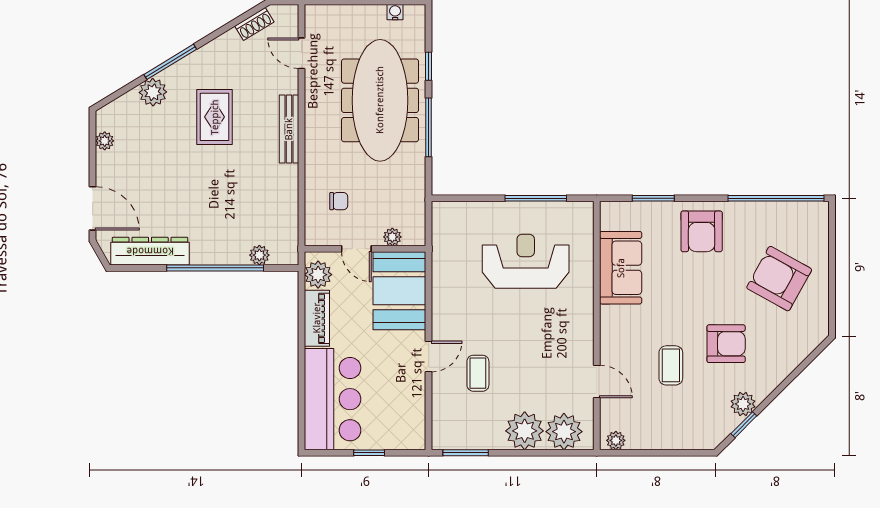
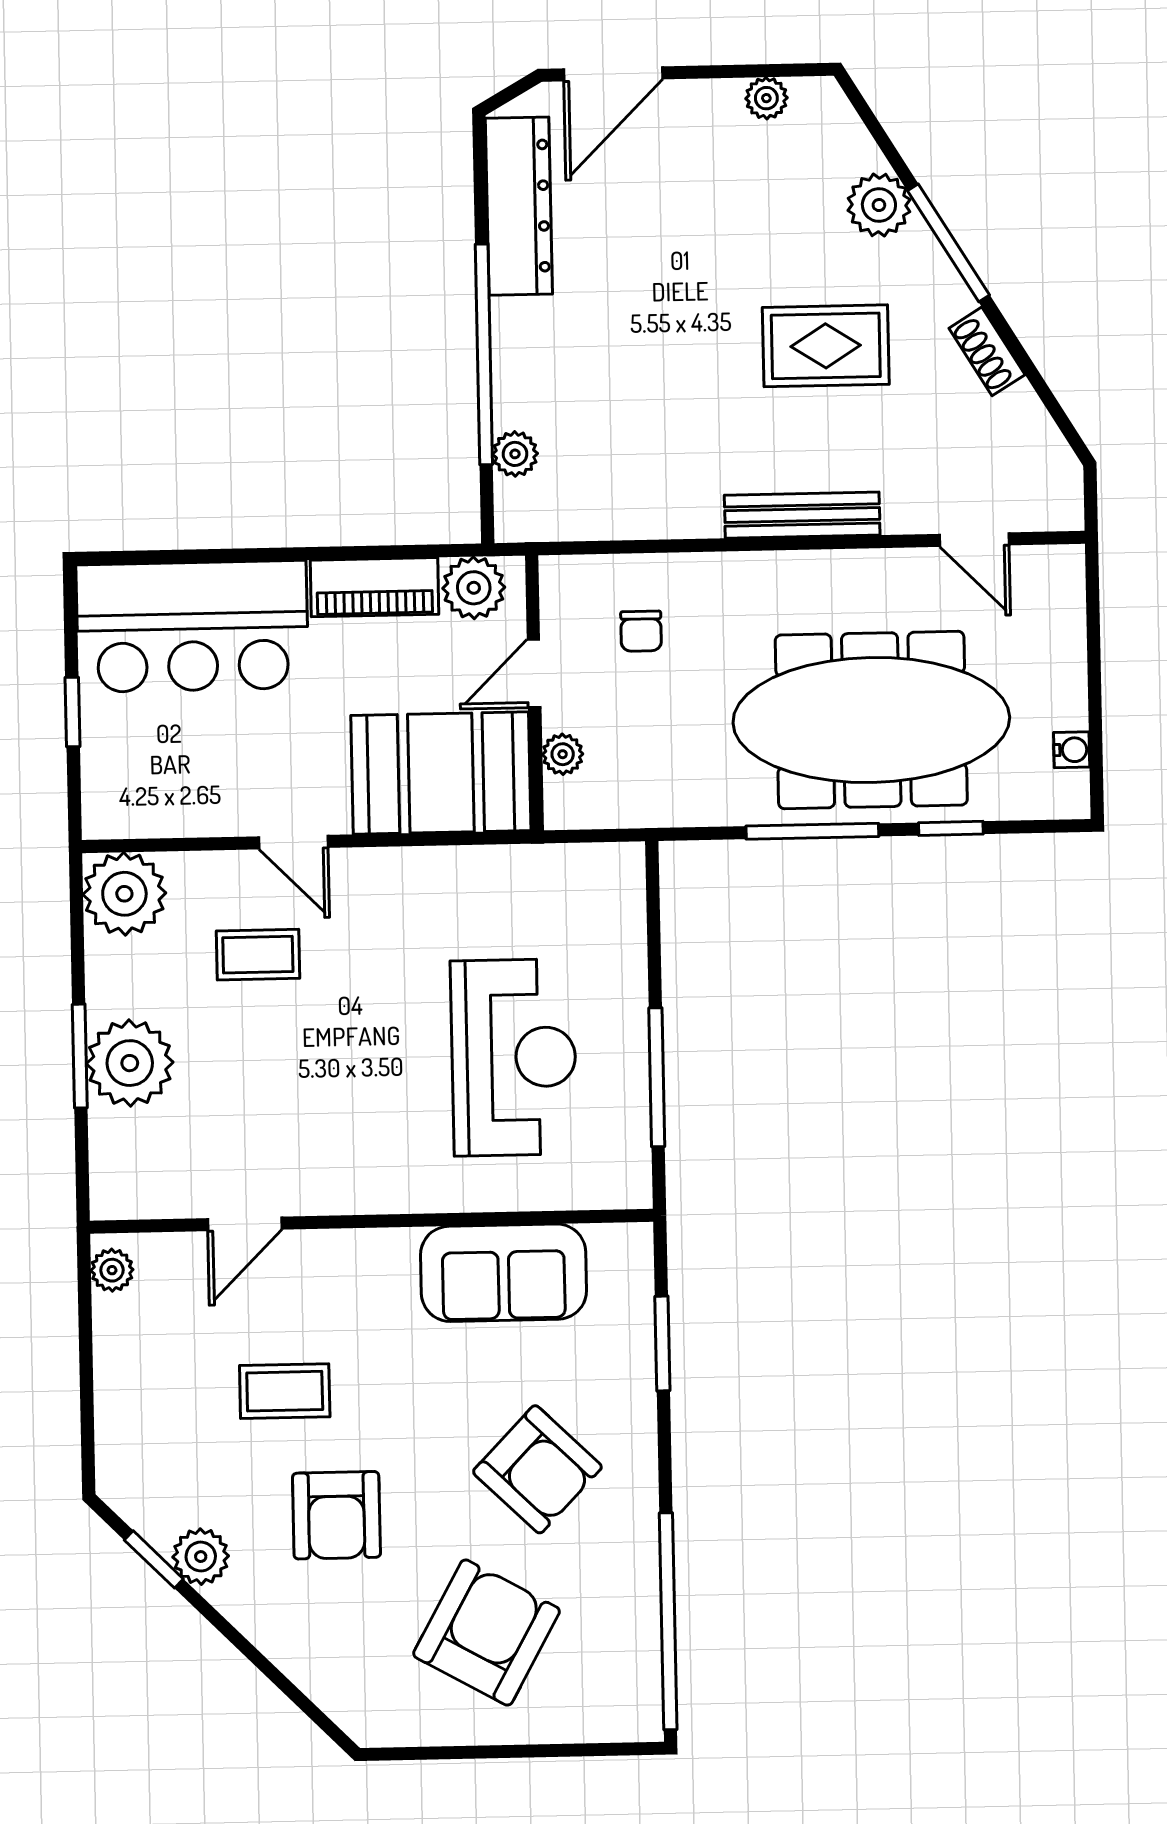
shoe rack: (254, 24) -> (987, 351), moved
door: (301, 53) -> (974, 540), swing flipped
armchair: (702, 231) -> (537, 1469), moved, turned -136
plant: (564, 432) -> (124, 894), moved
window: (466, 453) -> (80, 1056), moved

